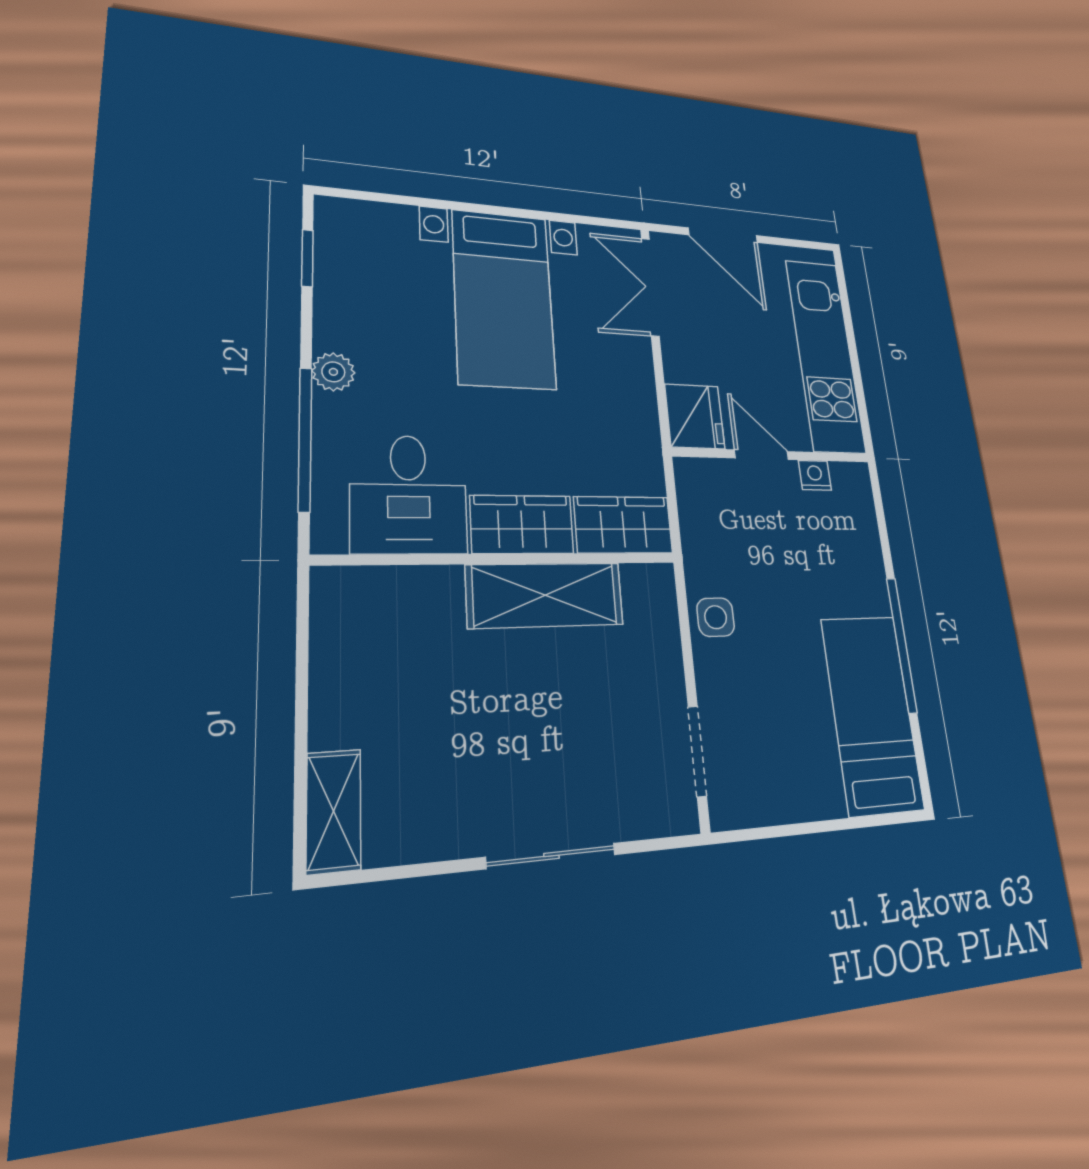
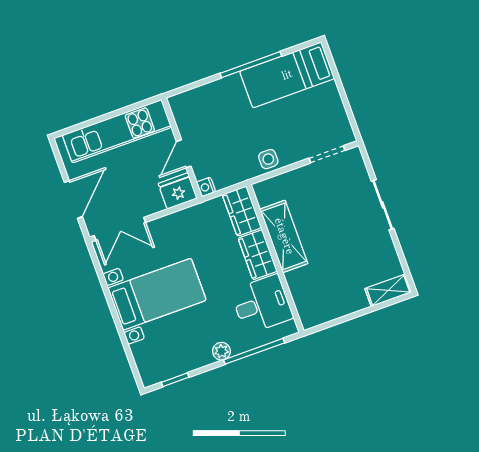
nightstand: (815, 475) -> (206, 187), moved

